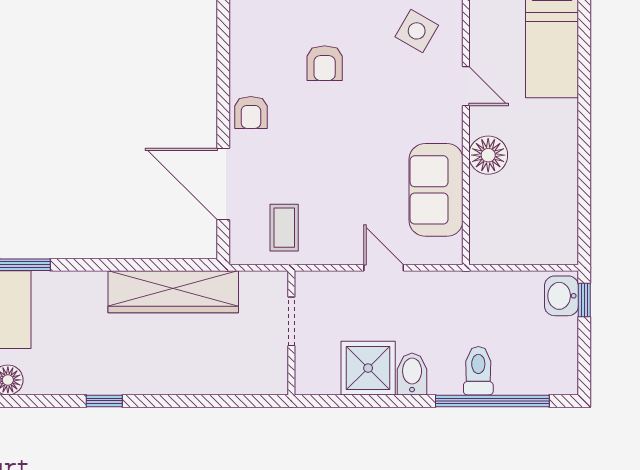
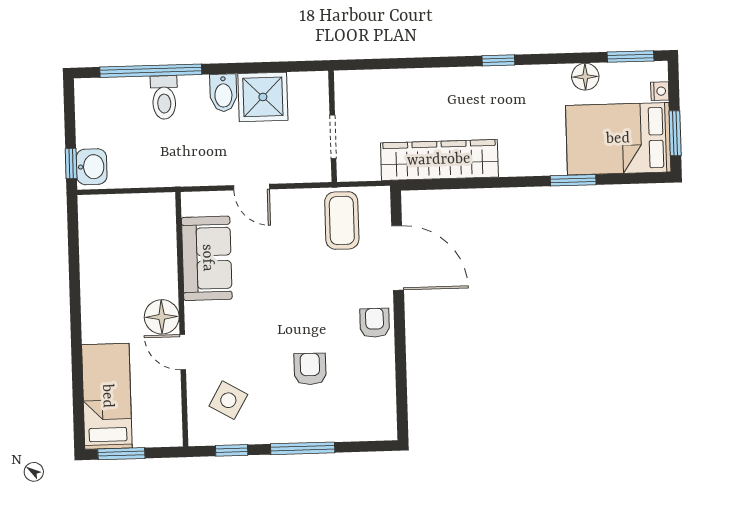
floor lamp: (488, 155) -> (162, 317), moved
coffee table: (284, 228) -> (342, 220), width x1.36, depth x1.30

